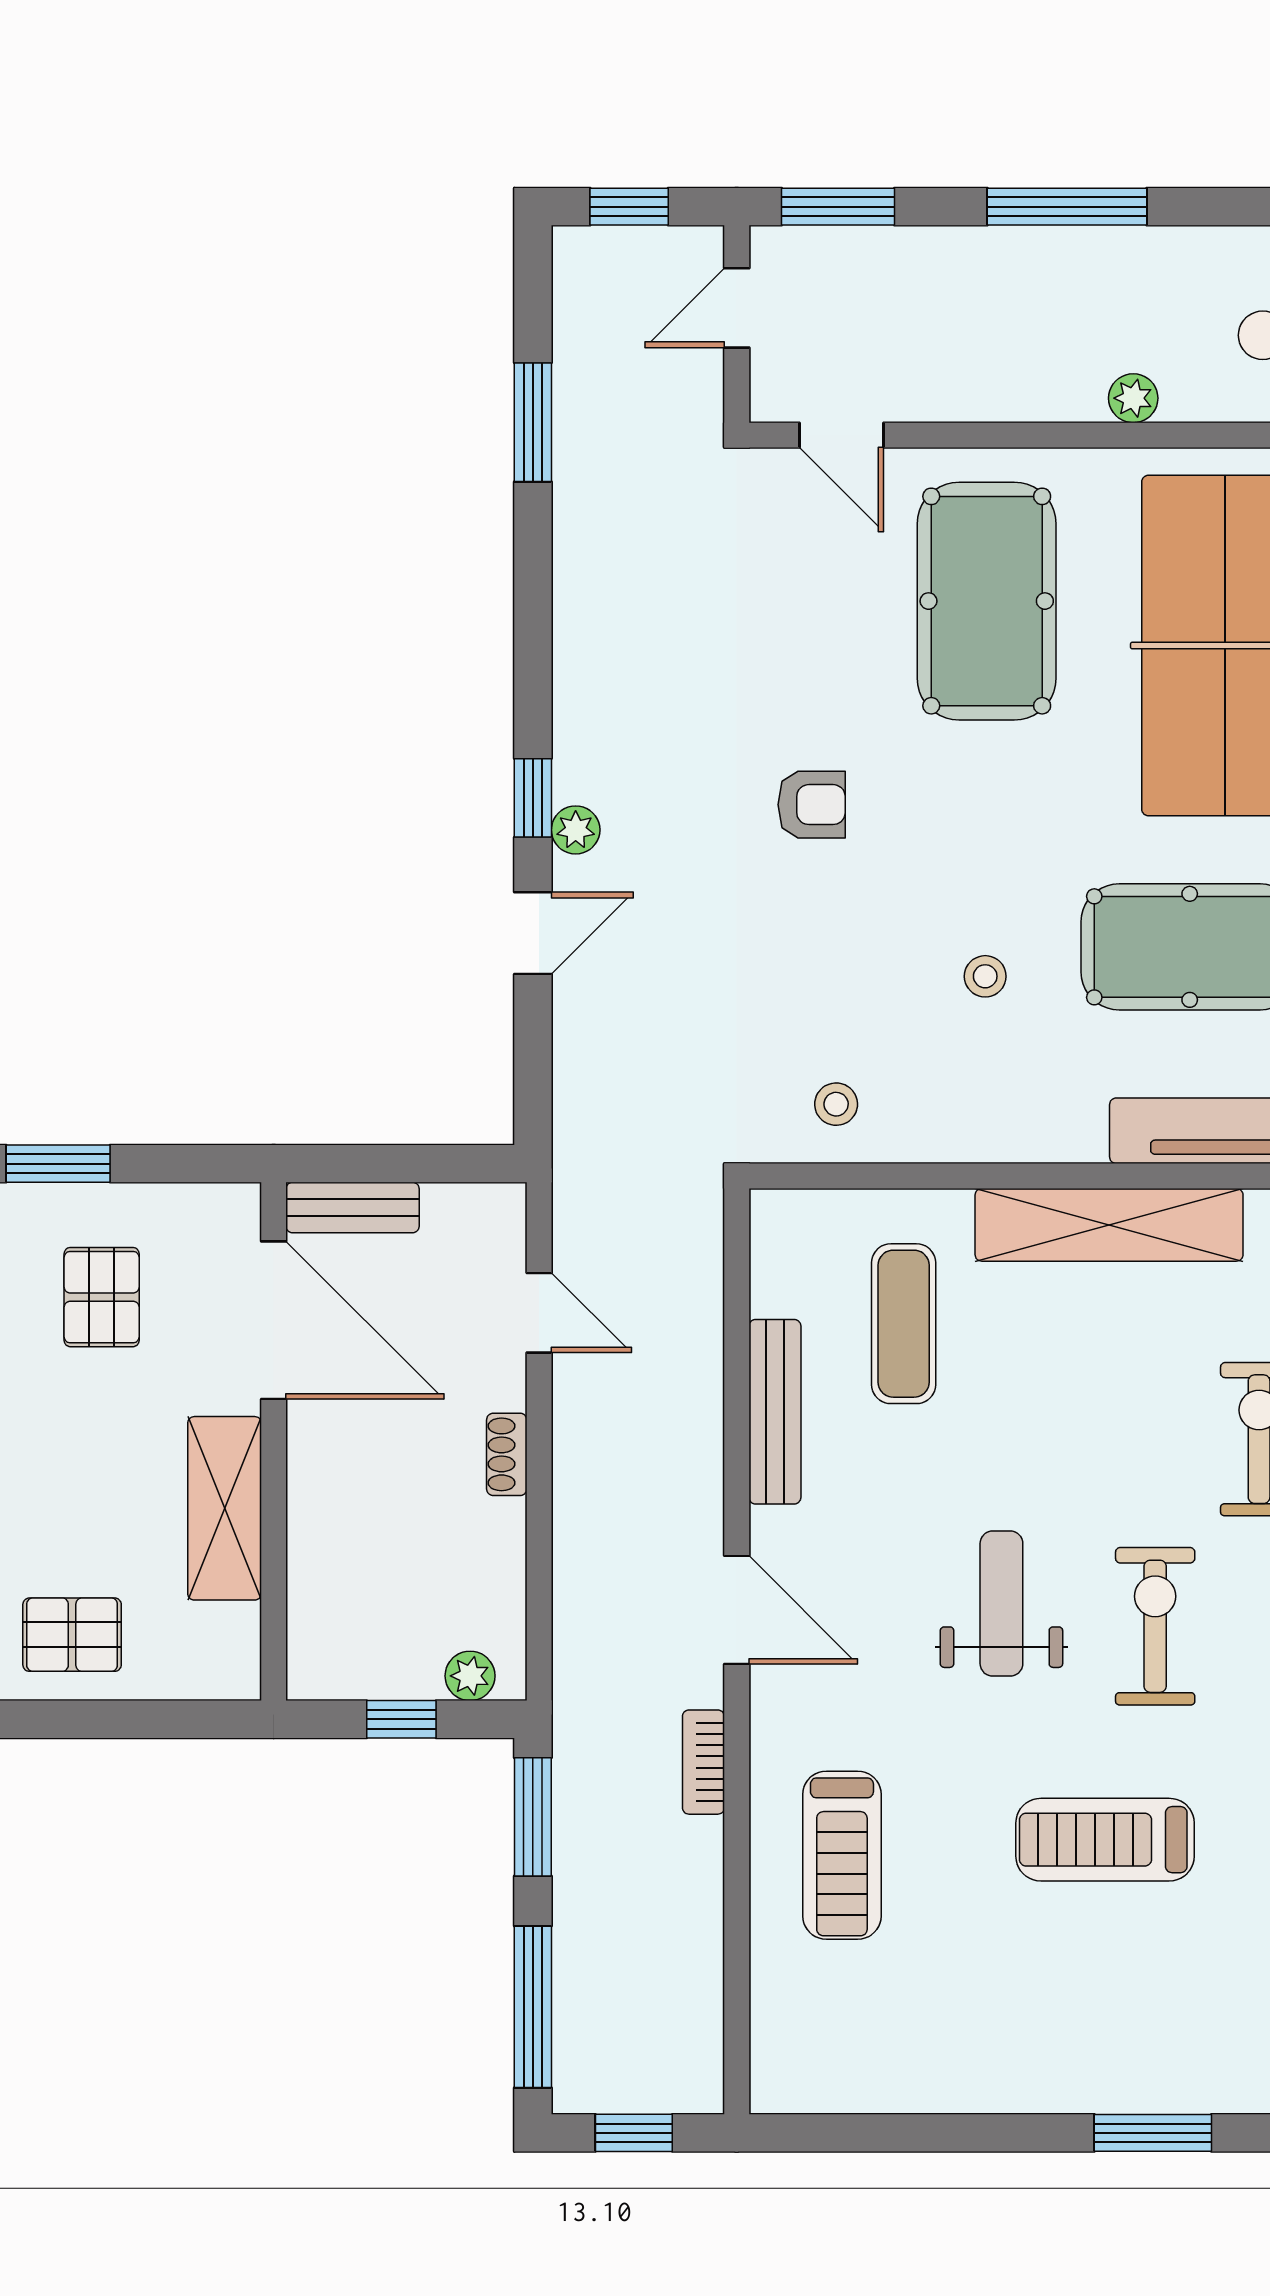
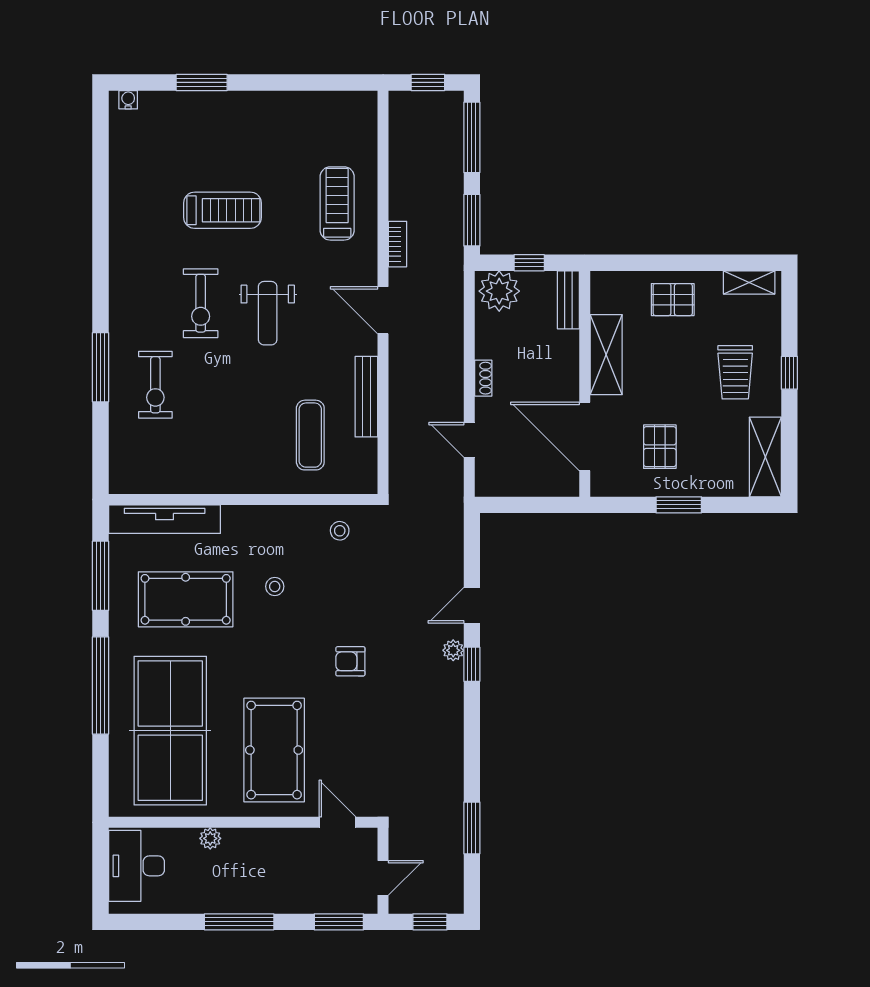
bench: (353, 1208) -> (568, 300), moved, turned 90
shelving: (1109, 1225) -> (221, 478), removed
plant: (470, 1676) -> (499, 291), width x1.87, depth x1.87

